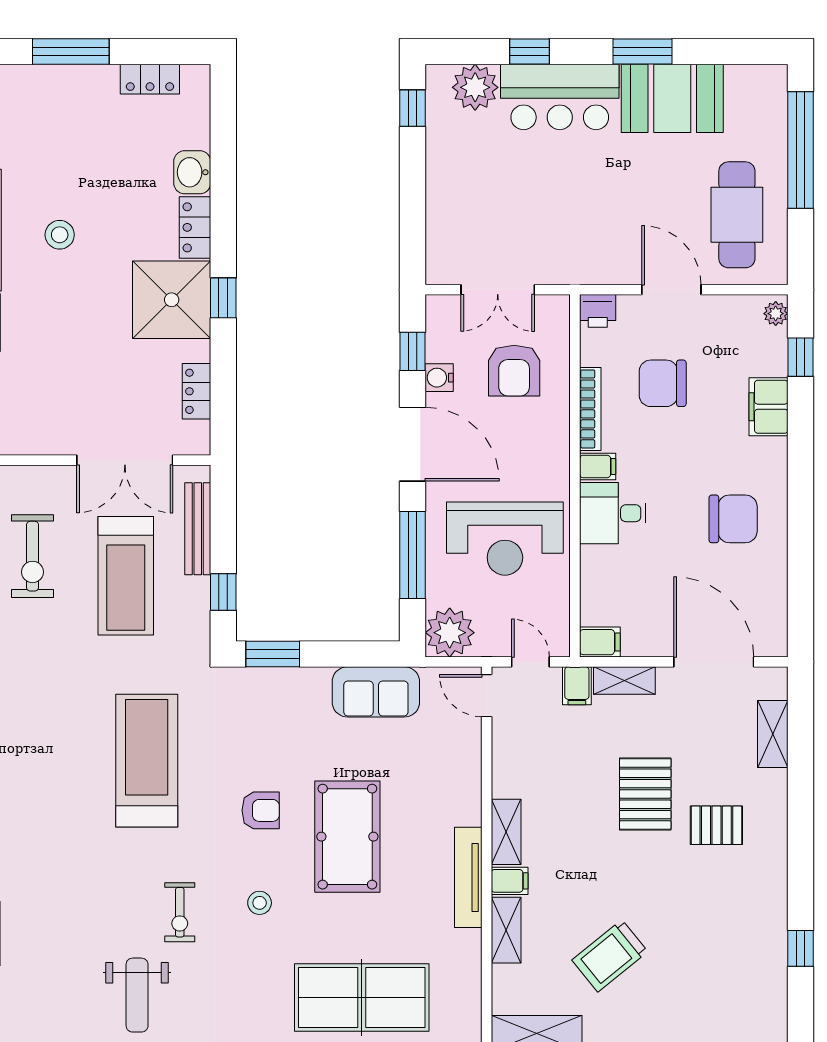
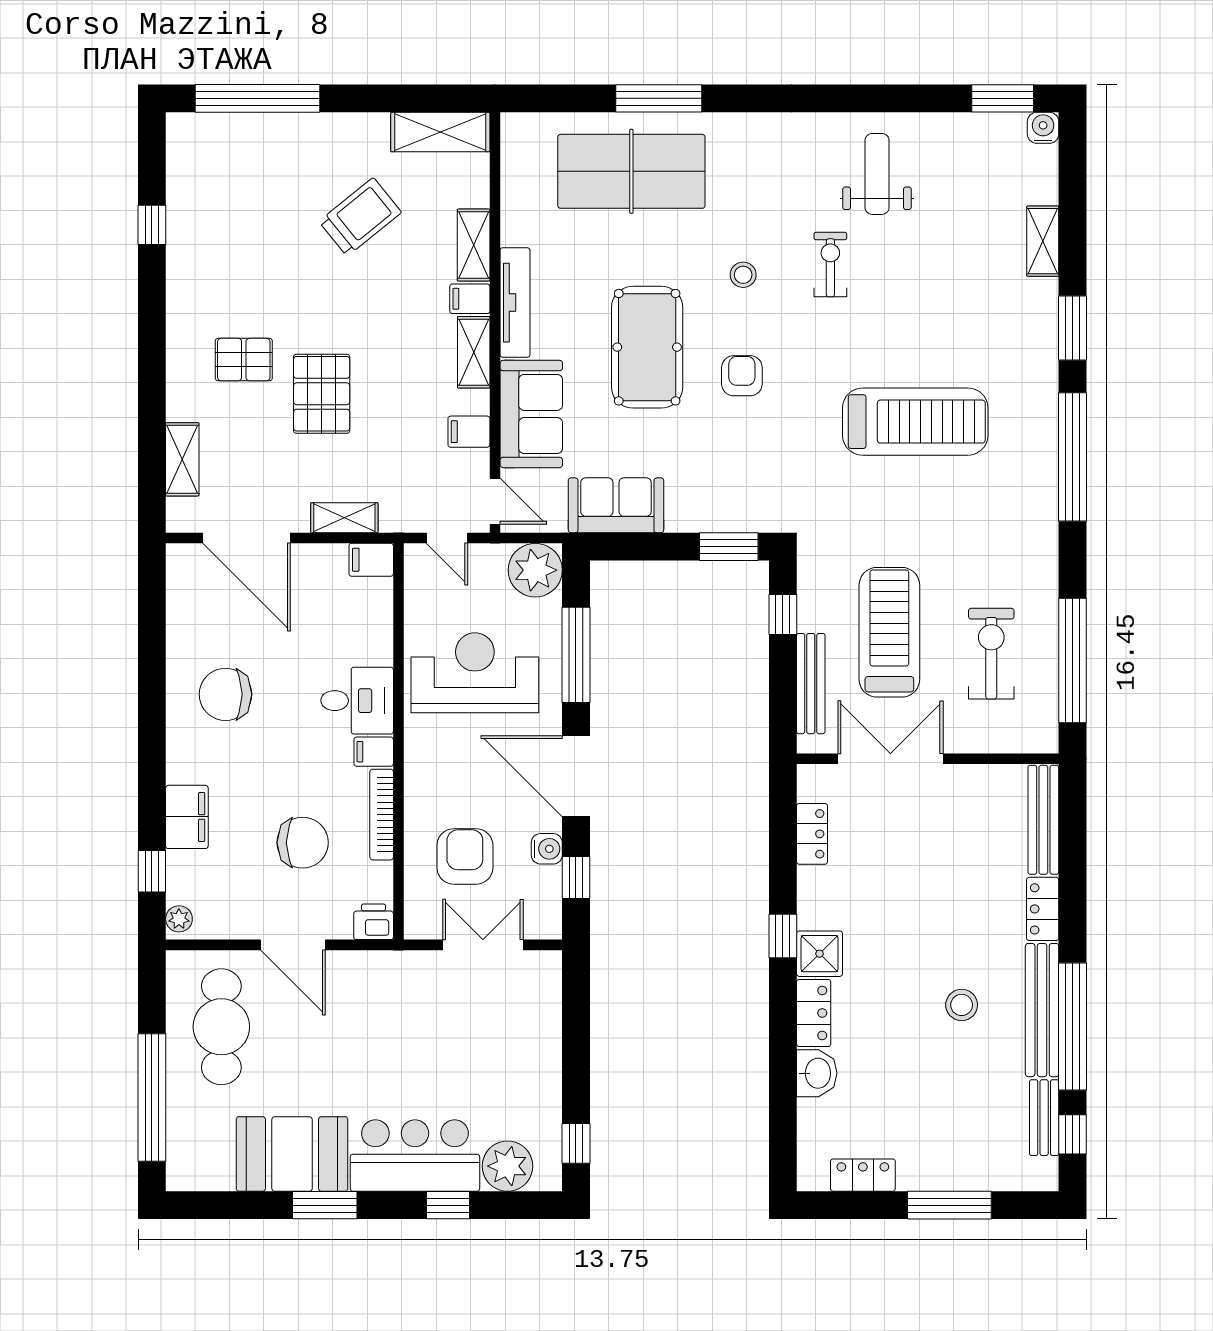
shower: (172, 300) -> (820, 954), width x0.54, depth x0.54
filing cabinet: (577, 686) -> (469, 432), moved, turned -90
treadmill: (147, 761) -> (915, 422), moved, turned -90
sofa: (453, 775) -> (531, 414), added
armchair: (261, 810) -> (742, 376), turned 90

